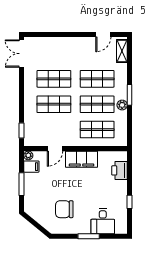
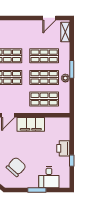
printer: (120, 170) -> (63, 148), moved
chair: (64, 209) -> (16, 167), turned 132

